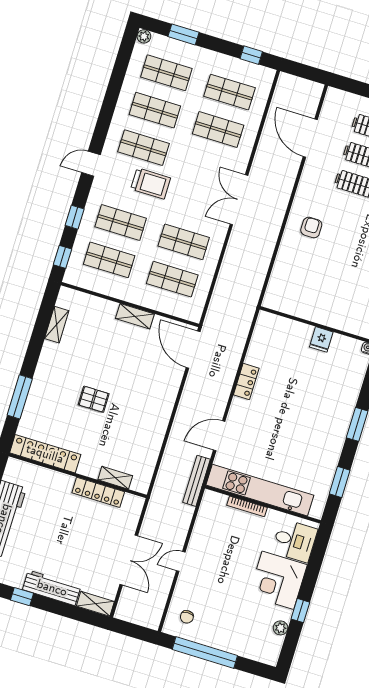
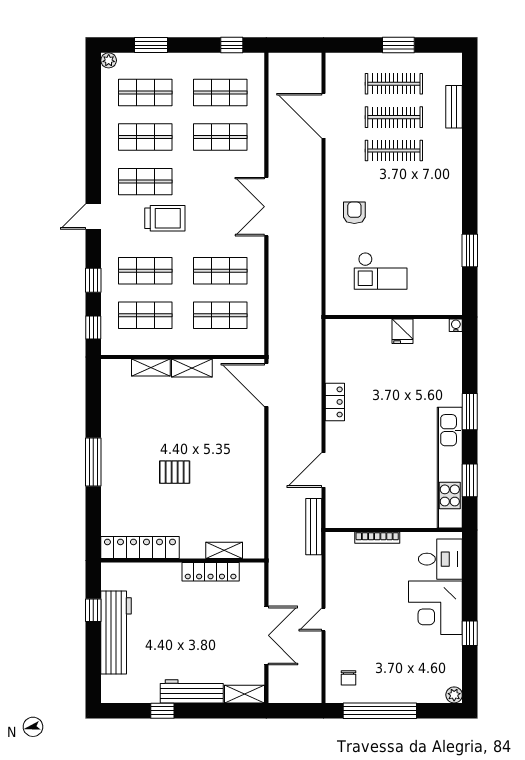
checkout: (318, 283) -> (381, 271), added
shelving: (57, 325) -> (151, 368), moved, turned 90
window: (20, 397) -> (93, 462), moved
kitchen unit: (260, 490) -> (450, 468), moved, turned -90
plant: (281, 628) -> (454, 695), moved

